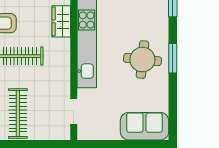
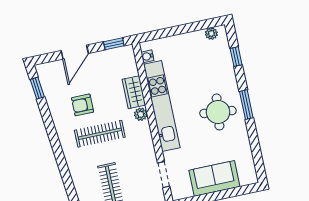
plant: (64, 45) -> (141, 114), added
sofa: (145, 126) -> (214, 178), moved

